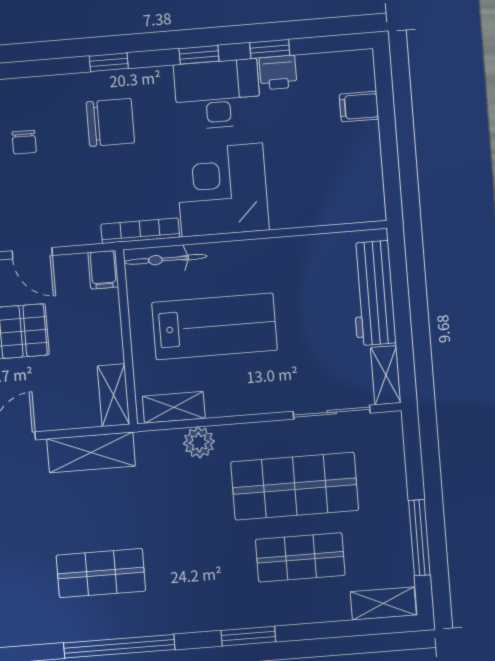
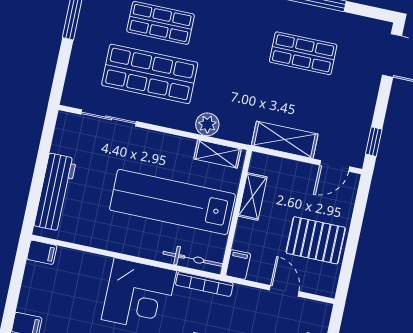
filing cabinet: (367, 208) -> (42, 252), added
lab bench: (215, 326) -> (172, 202), width x1.36
shelving: (386, 375) -> (63, 132), removed
shelving: (113, 395) -> (253, 196), moved

